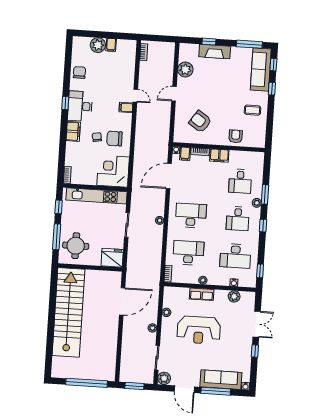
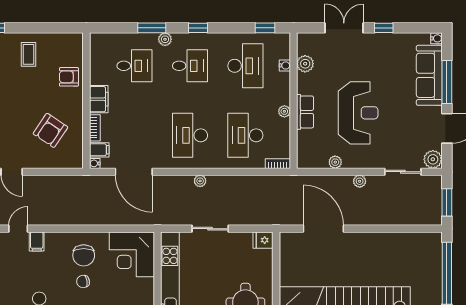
fridge: (112, 258) -> (263, 240), width x0.53, depth x0.75

